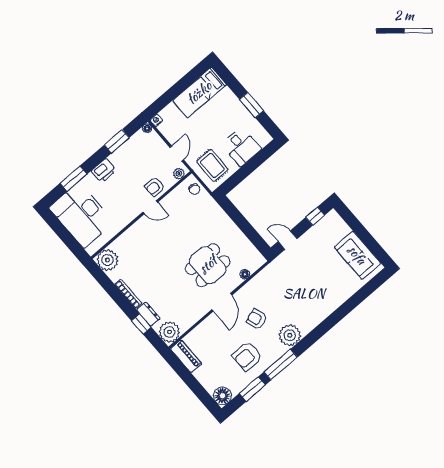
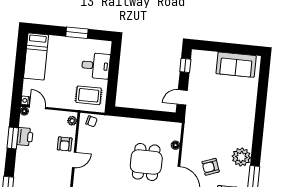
door: (177, 153) -> (38, 107), moved
printer: (104, 171) -> (25, 137), moved

